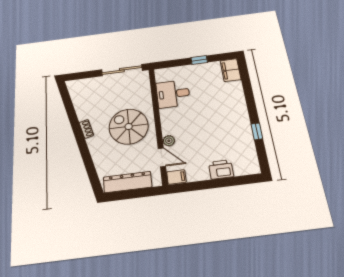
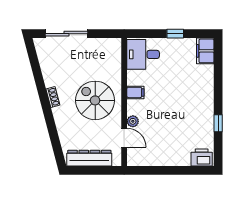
sliding door: (122, 70) -> (66, 34), moved
desk: (173, 94) -> (143, 54), moved
printer: (221, 169) -> (202, 157), moved
filing cabinet: (176, 177) -> (135, 92), moved

